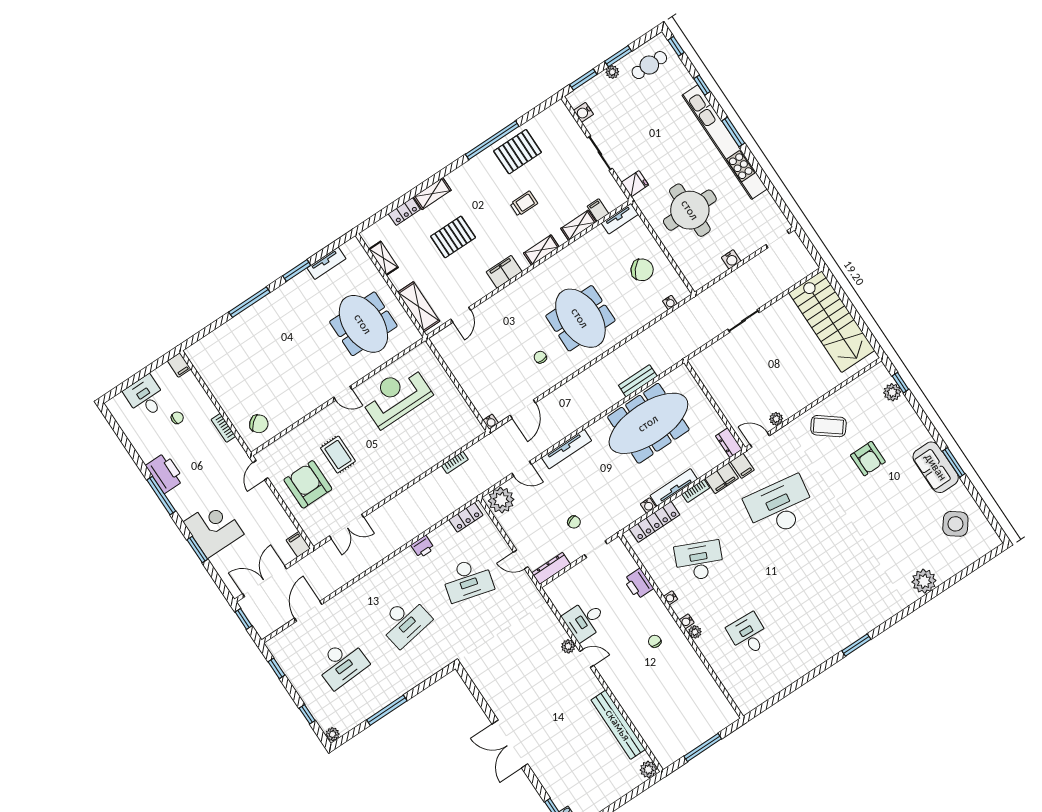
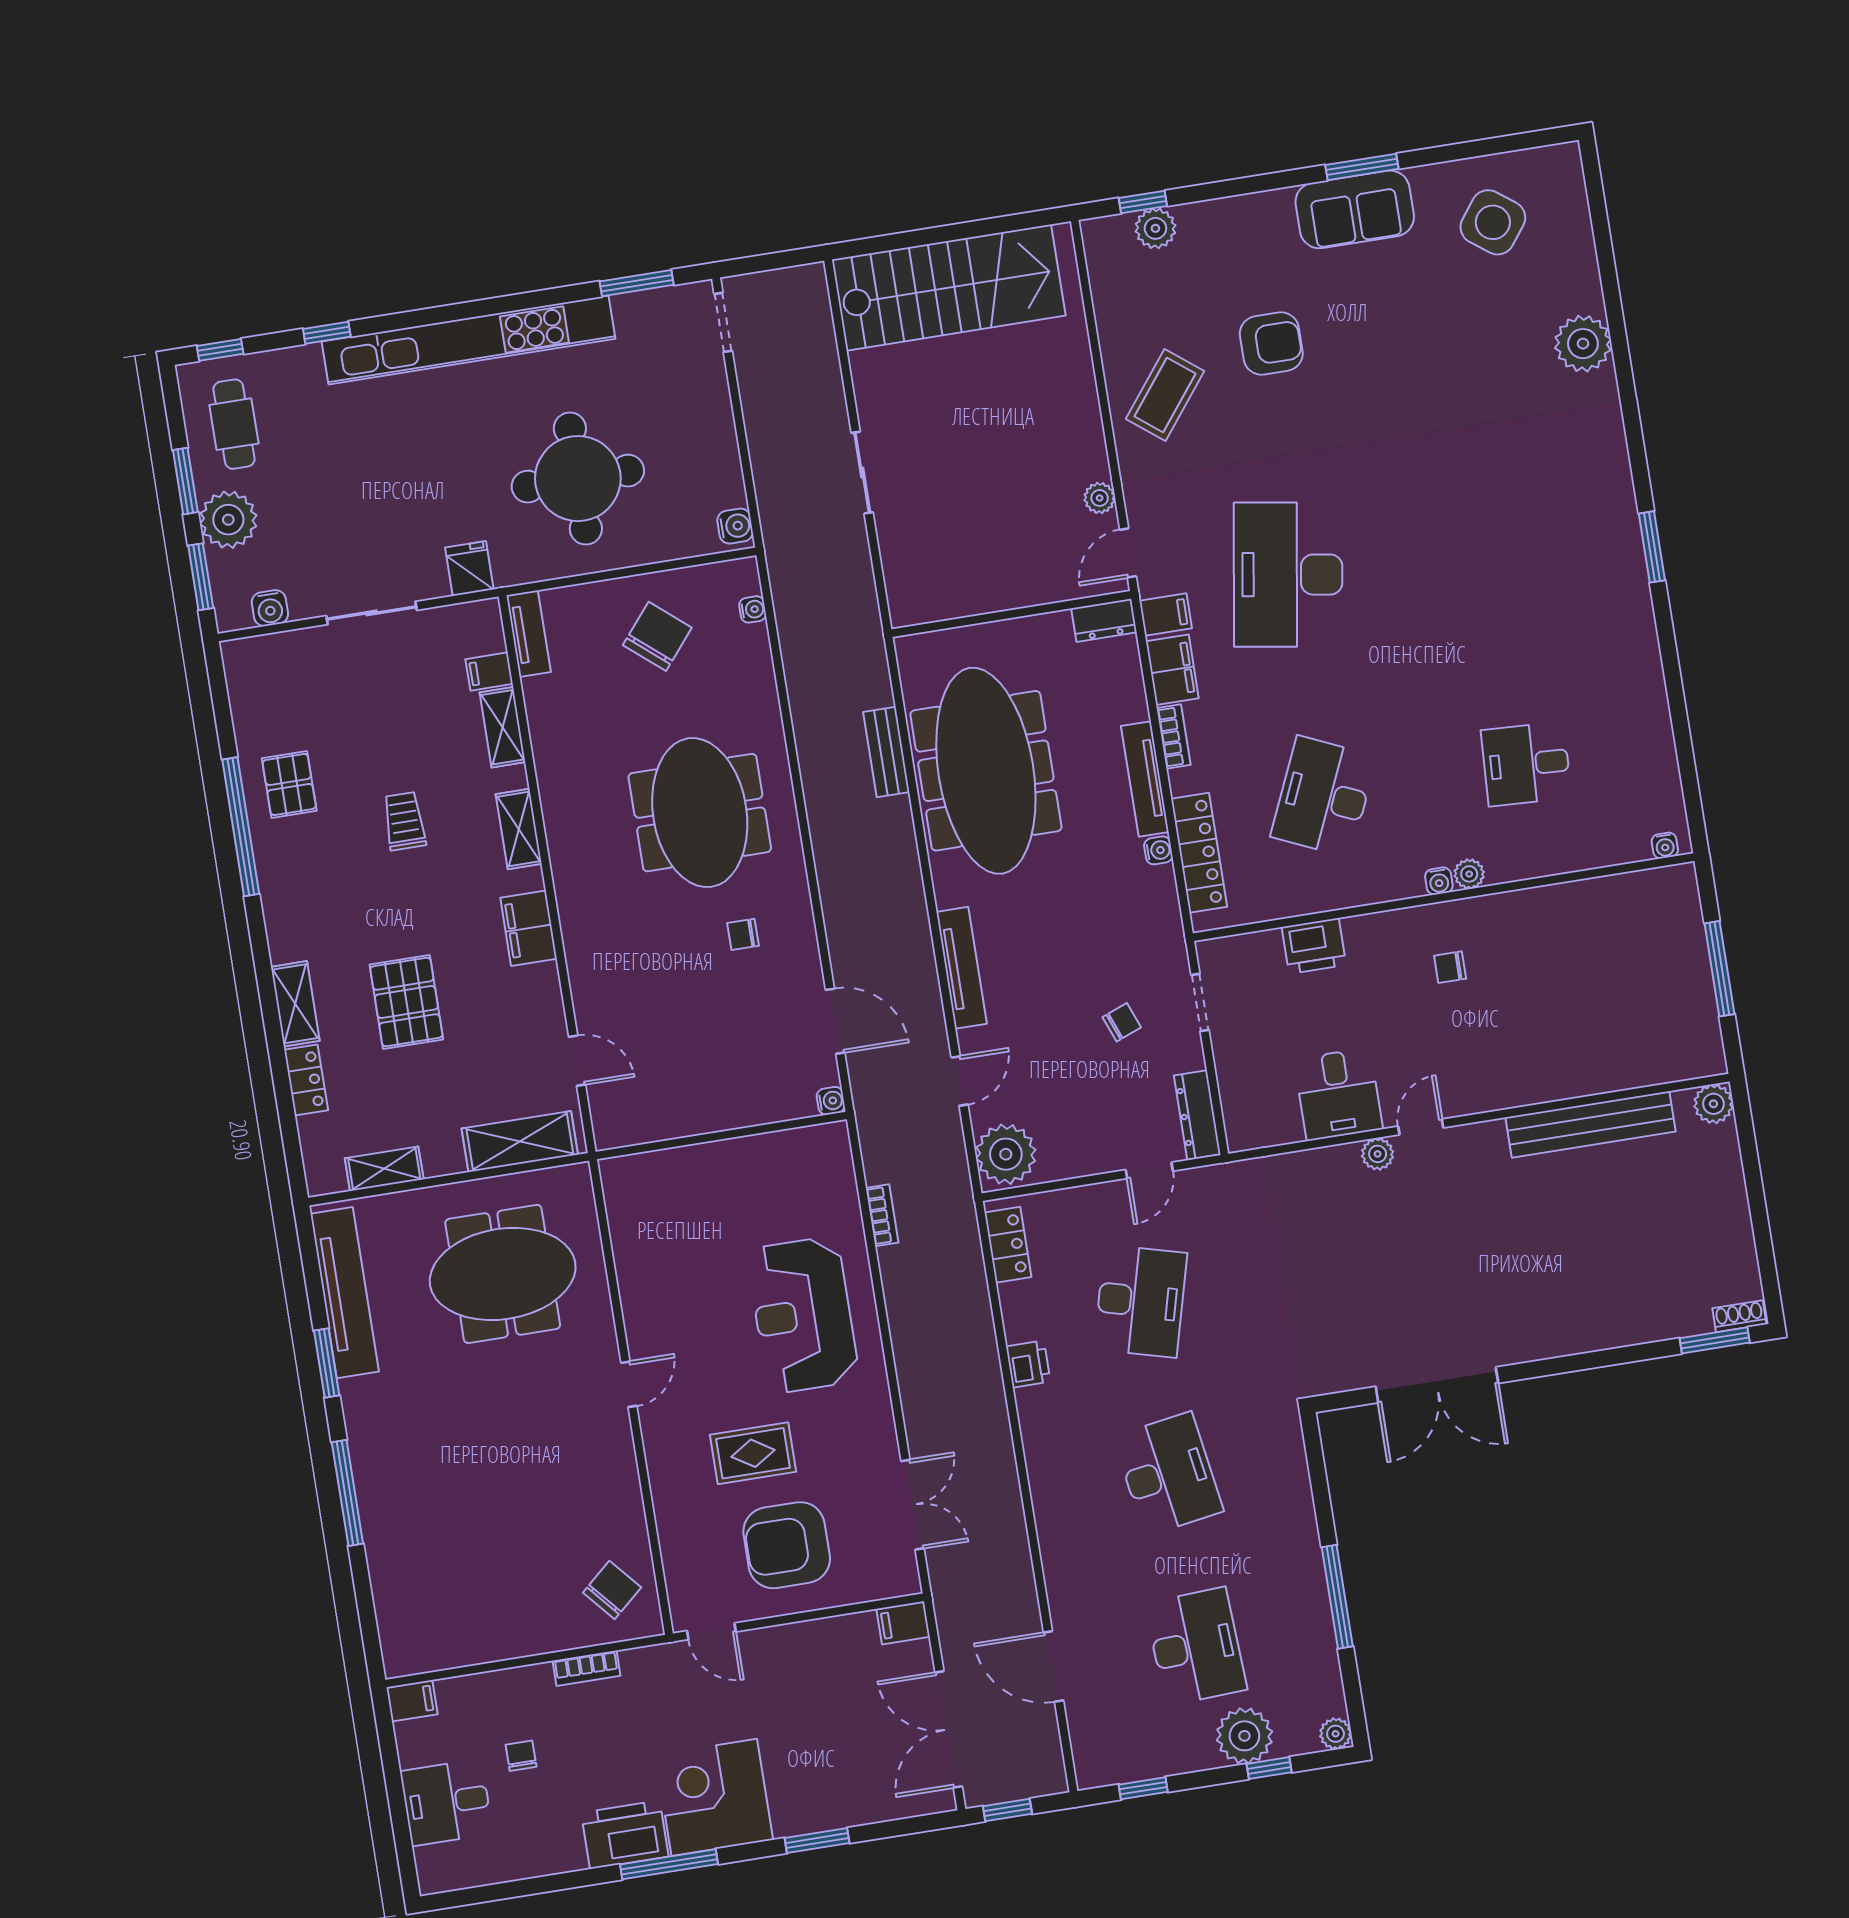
plant: (612, 72) -> (228, 520), width x1.87, depth x1.87
window: (733, 132) -> (637, 283), moved
pallet: (518, 152) -> (289, 784), width x0.67, depth x0.71
water cooler: (731, 259) -> (735, 526), moved
tv unit: (326, 263) -> (345, 1293), width x1.92, depth x1.29
meeting table: (580, 318) -> (700, 813), turned 90
reception desk: (396, 396) -> (803, 1315), moved
corner desk: (214, 528) -> (714, 1797), moved
water cooler: (671, 598) -> (1665, 845), moved
plant: (315, 699) -> (1244, 1736), added
double door: (510, 744) -> (1437, 1385), moved

